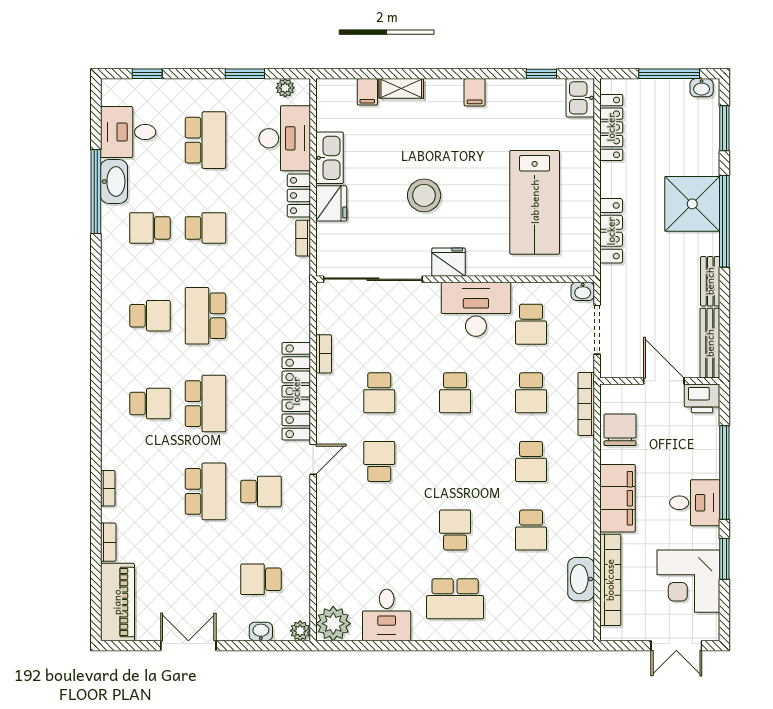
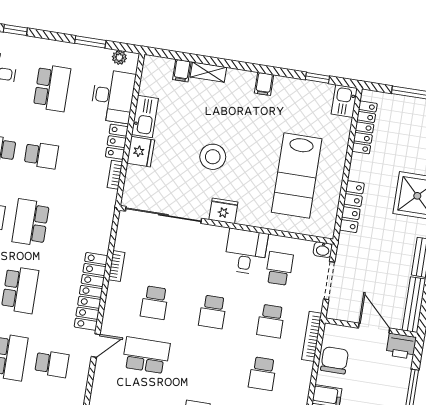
desk: (476, 309) -> (246, 252), width x0.73
school desk: (531, 324) -> (279, 268), turned 180
school desk: (379, 461) -> (146, 355), width x1.85

